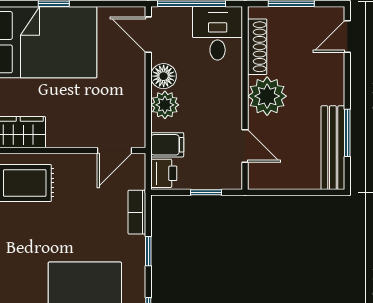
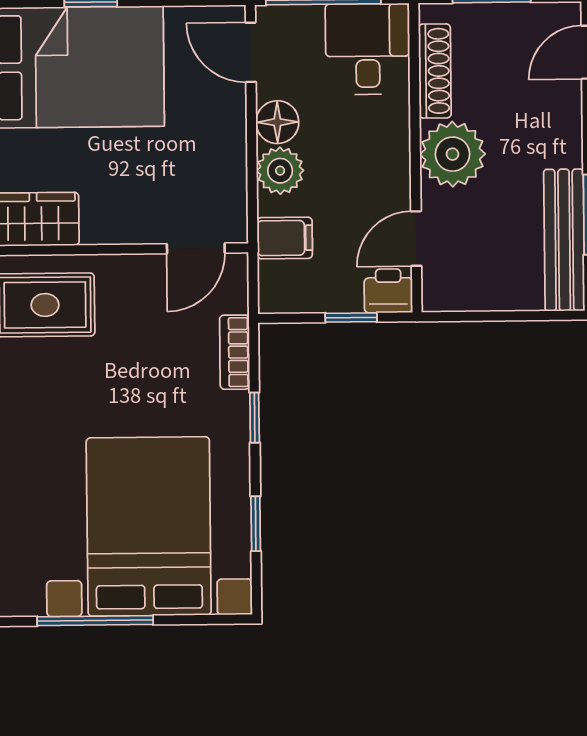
door: (245, 146) -> (416, 239), swing flipped
printer: (164, 173) -> (388, 291), moved, turned -90

